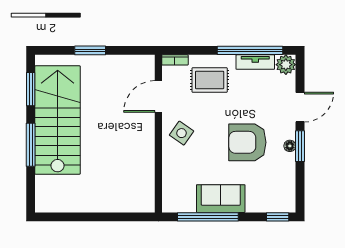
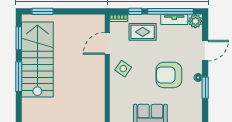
window: (90, 50) -> (42, 11), moved
window: (199, 50) -> (135, 11), added
window: (300, 146) -> (205, 88), moved

